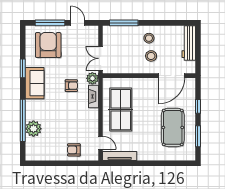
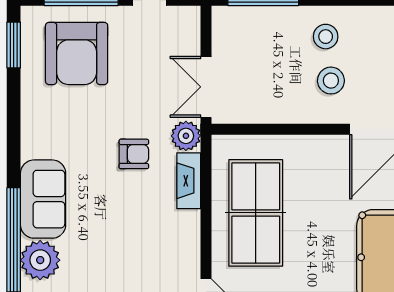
armchair: (48, 45) -> (77, 53), turned 180
window: (23, 68) -> (14, 45), moved
sofa: (35, 83) -> (43, 199), moved

